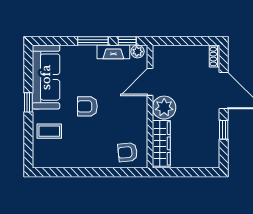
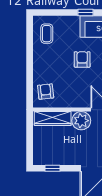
window: (224, 130) -> (53, 168), moved
coffee table: (49, 131) -> (47, 34), moved

